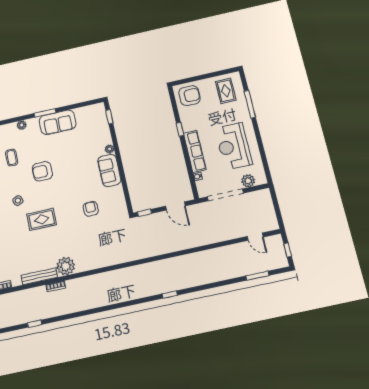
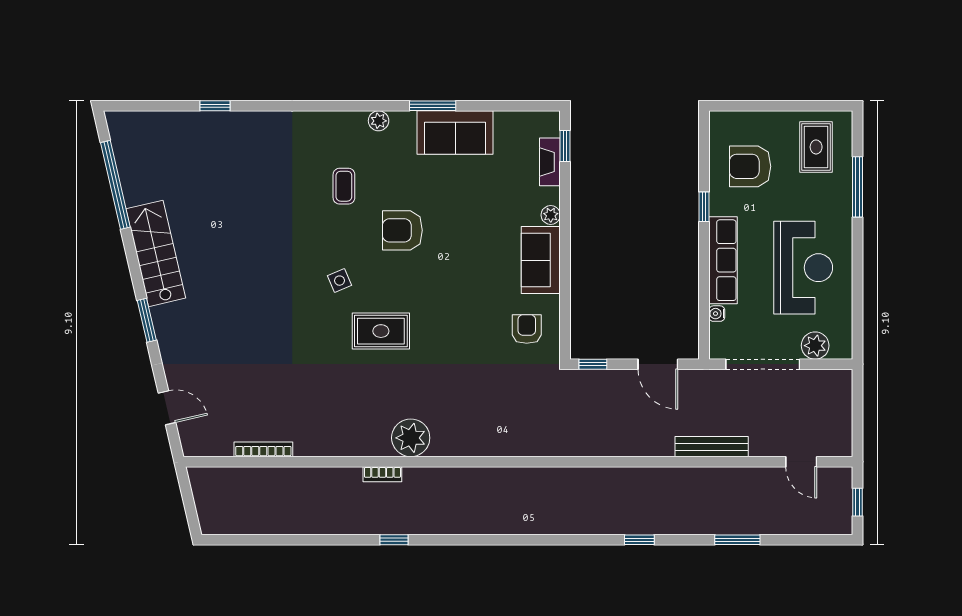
armchair: (189, 96) -> (750, 166), moved, turned 180
fireplace: (104, 125) -> (550, 162), added
reception desk: (233, 146) -> (803, 268), turned 180
armchair: (91, 209) -> (527, 329), moved
bench: (39, 276) -> (712, 447), moved
window: (257, 276) -> (737, 540), moved
window: (170, 295) -> (639, 540), moved
window: (35, 324) -> (394, 540), moved

